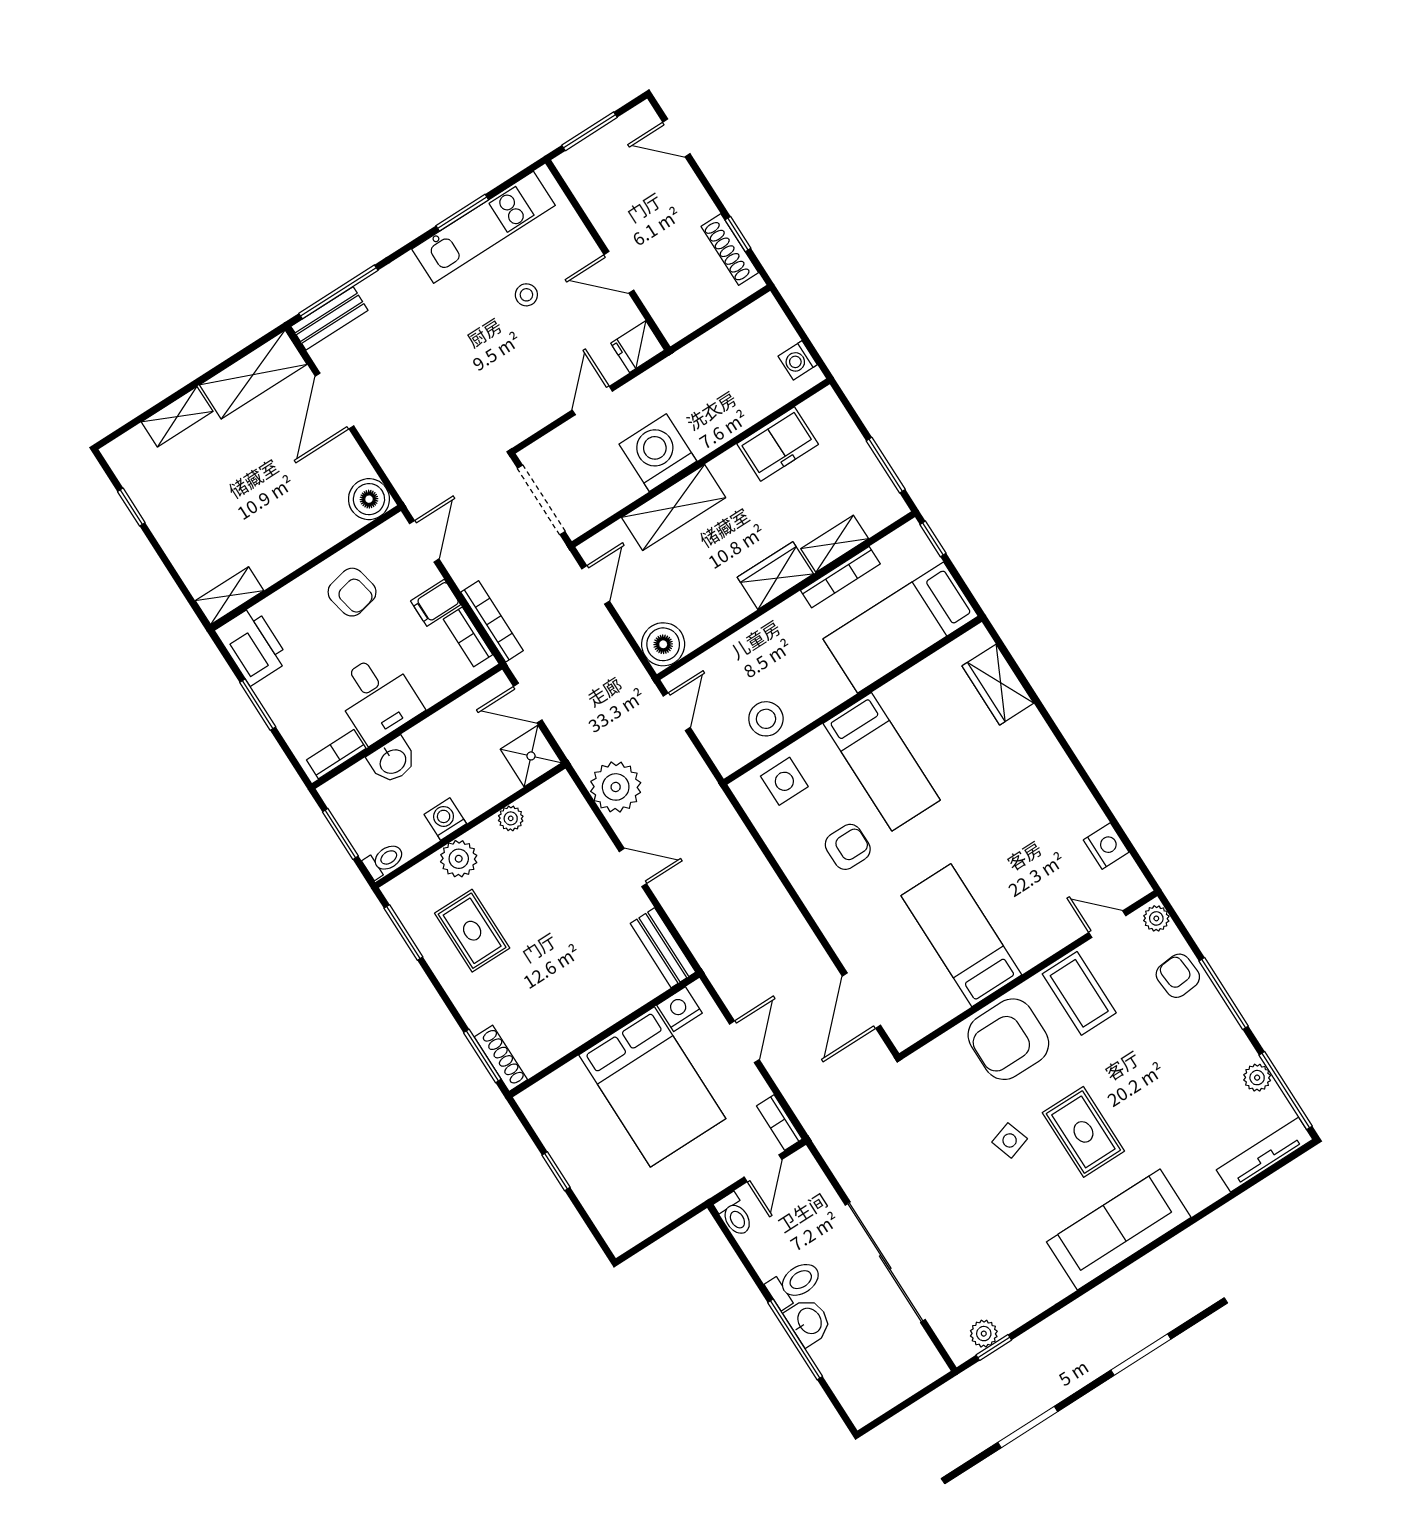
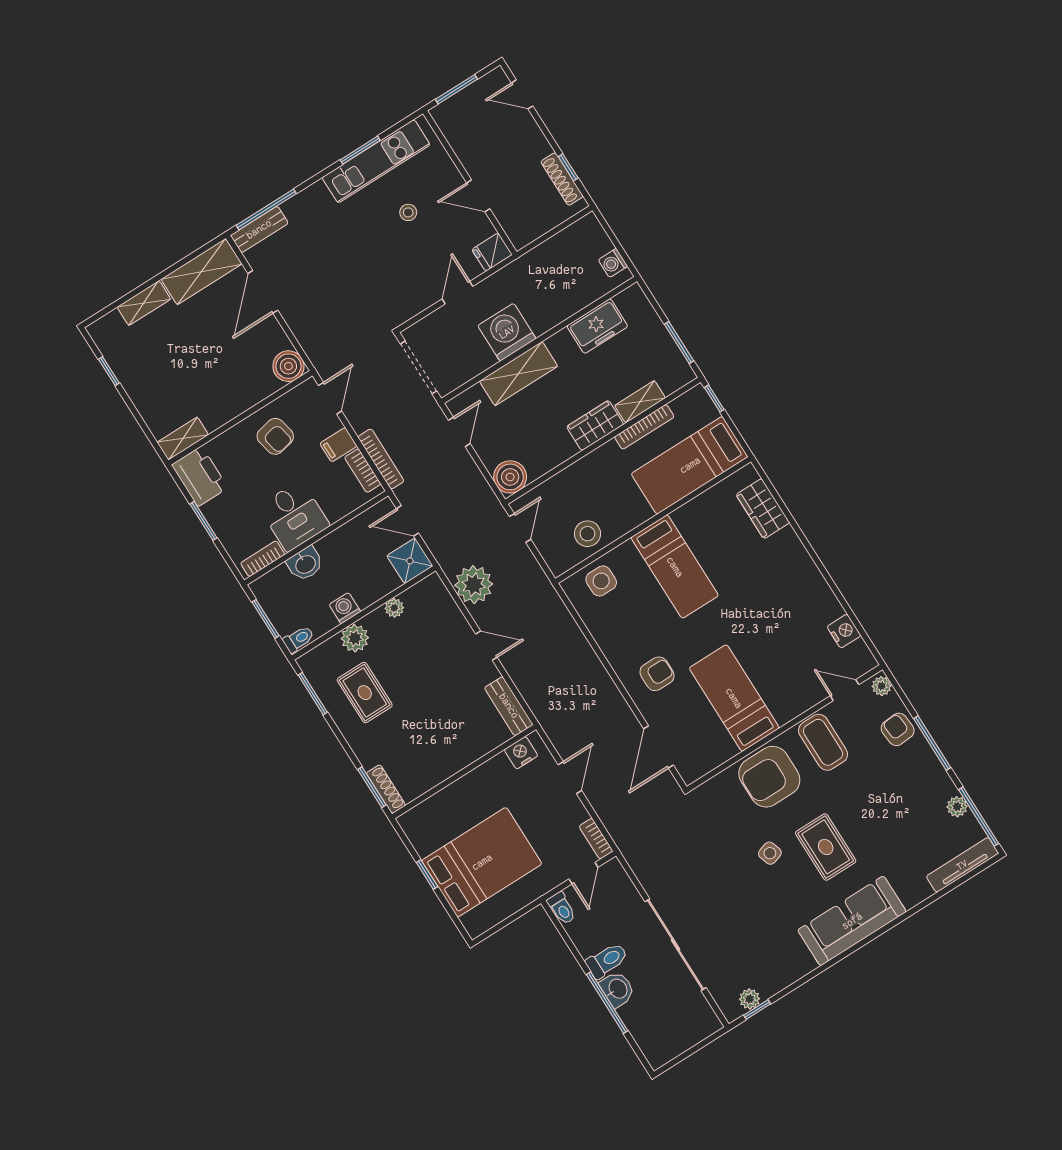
armchair: (848, 847) -> (657, 674), moved
bed: (652, 1087) -> (482, 862), moved, turned -90

